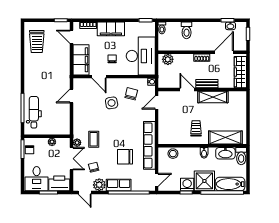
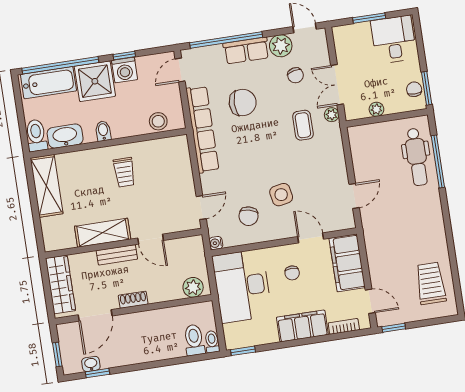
toilet: (187, 30) -> (194, 340), moved
shelving: (225, 137) -> (47, 186), moved, turned 90
printer: (59, 183) -> (352, 37), removed

